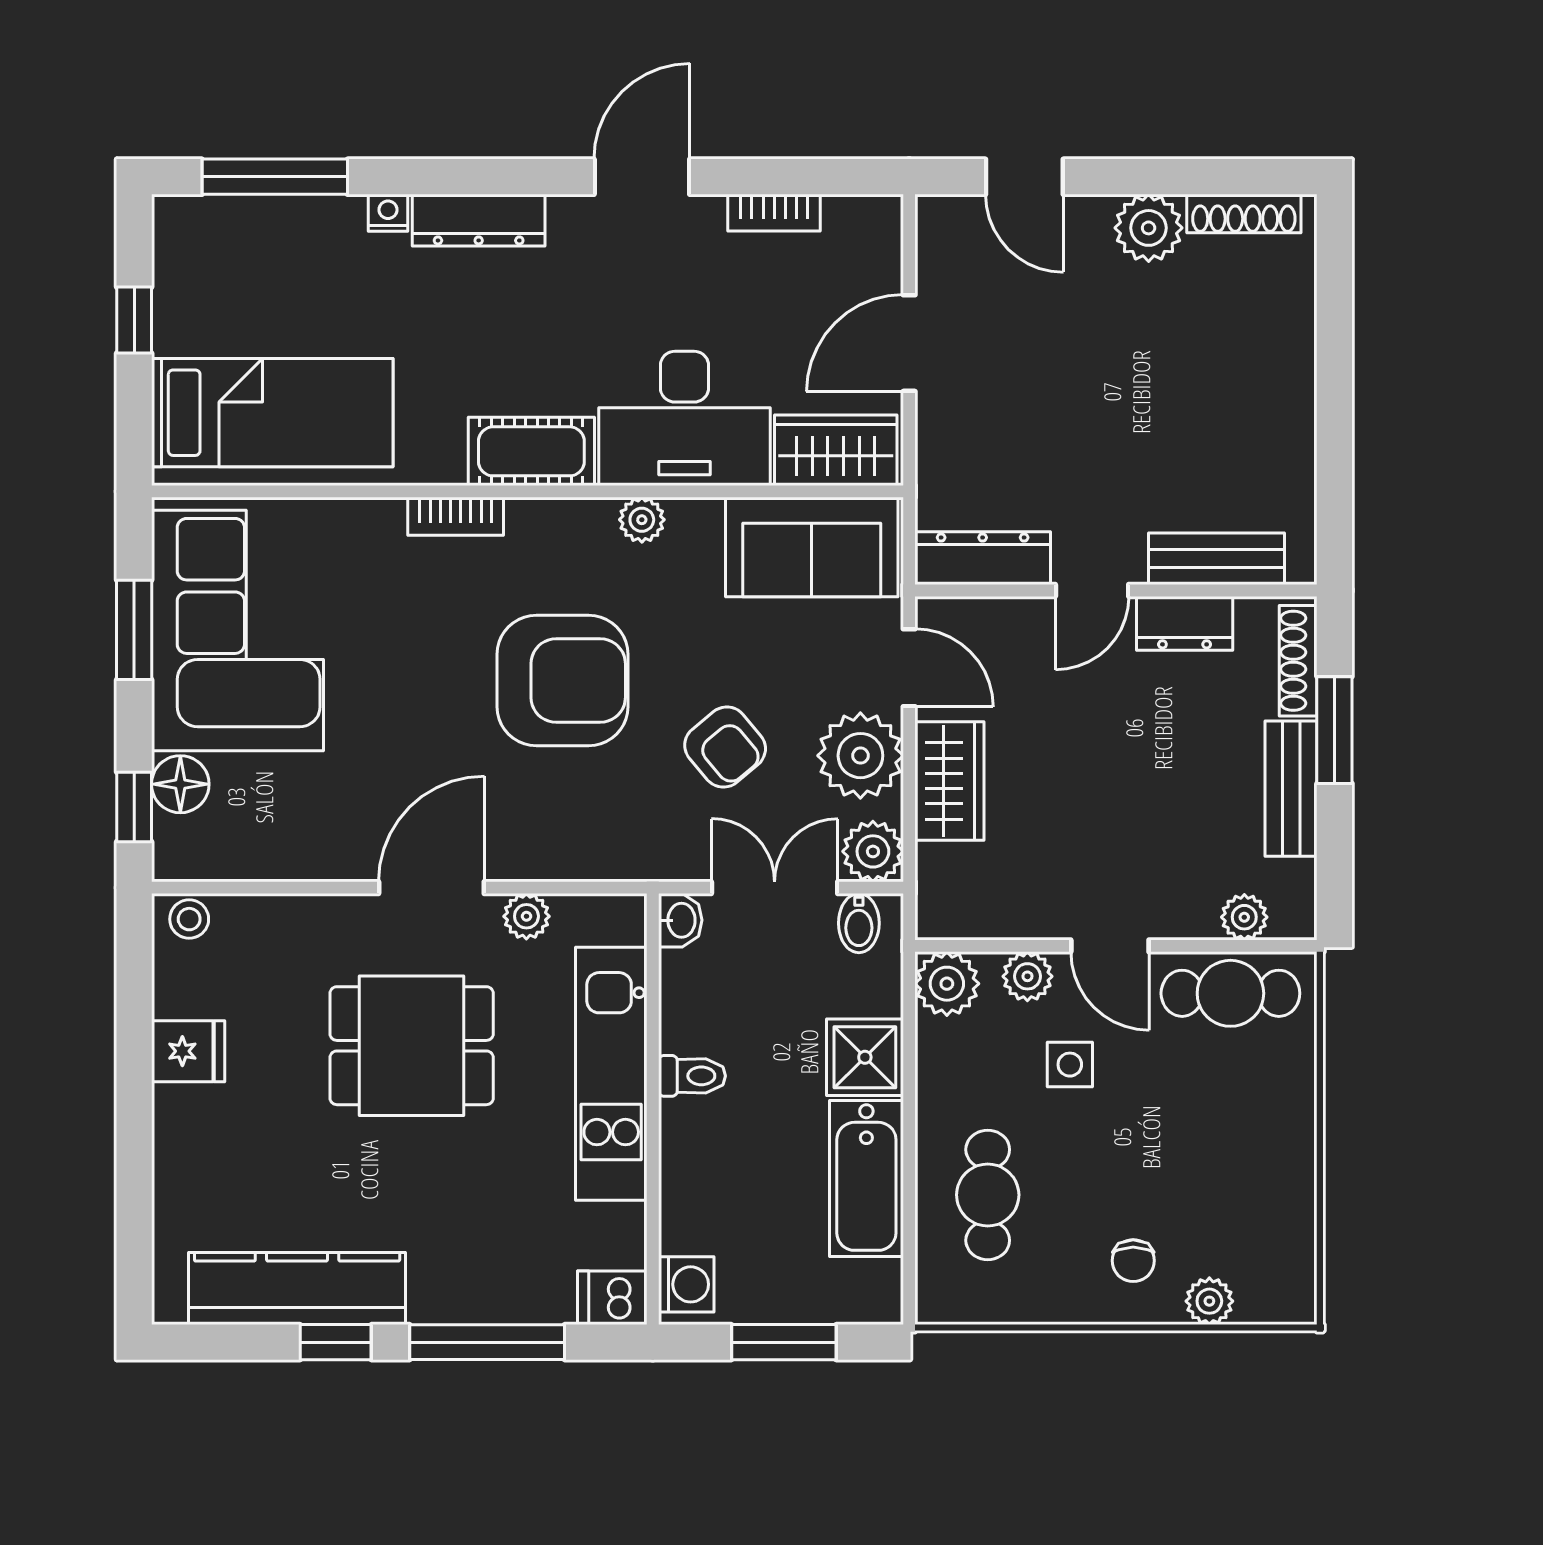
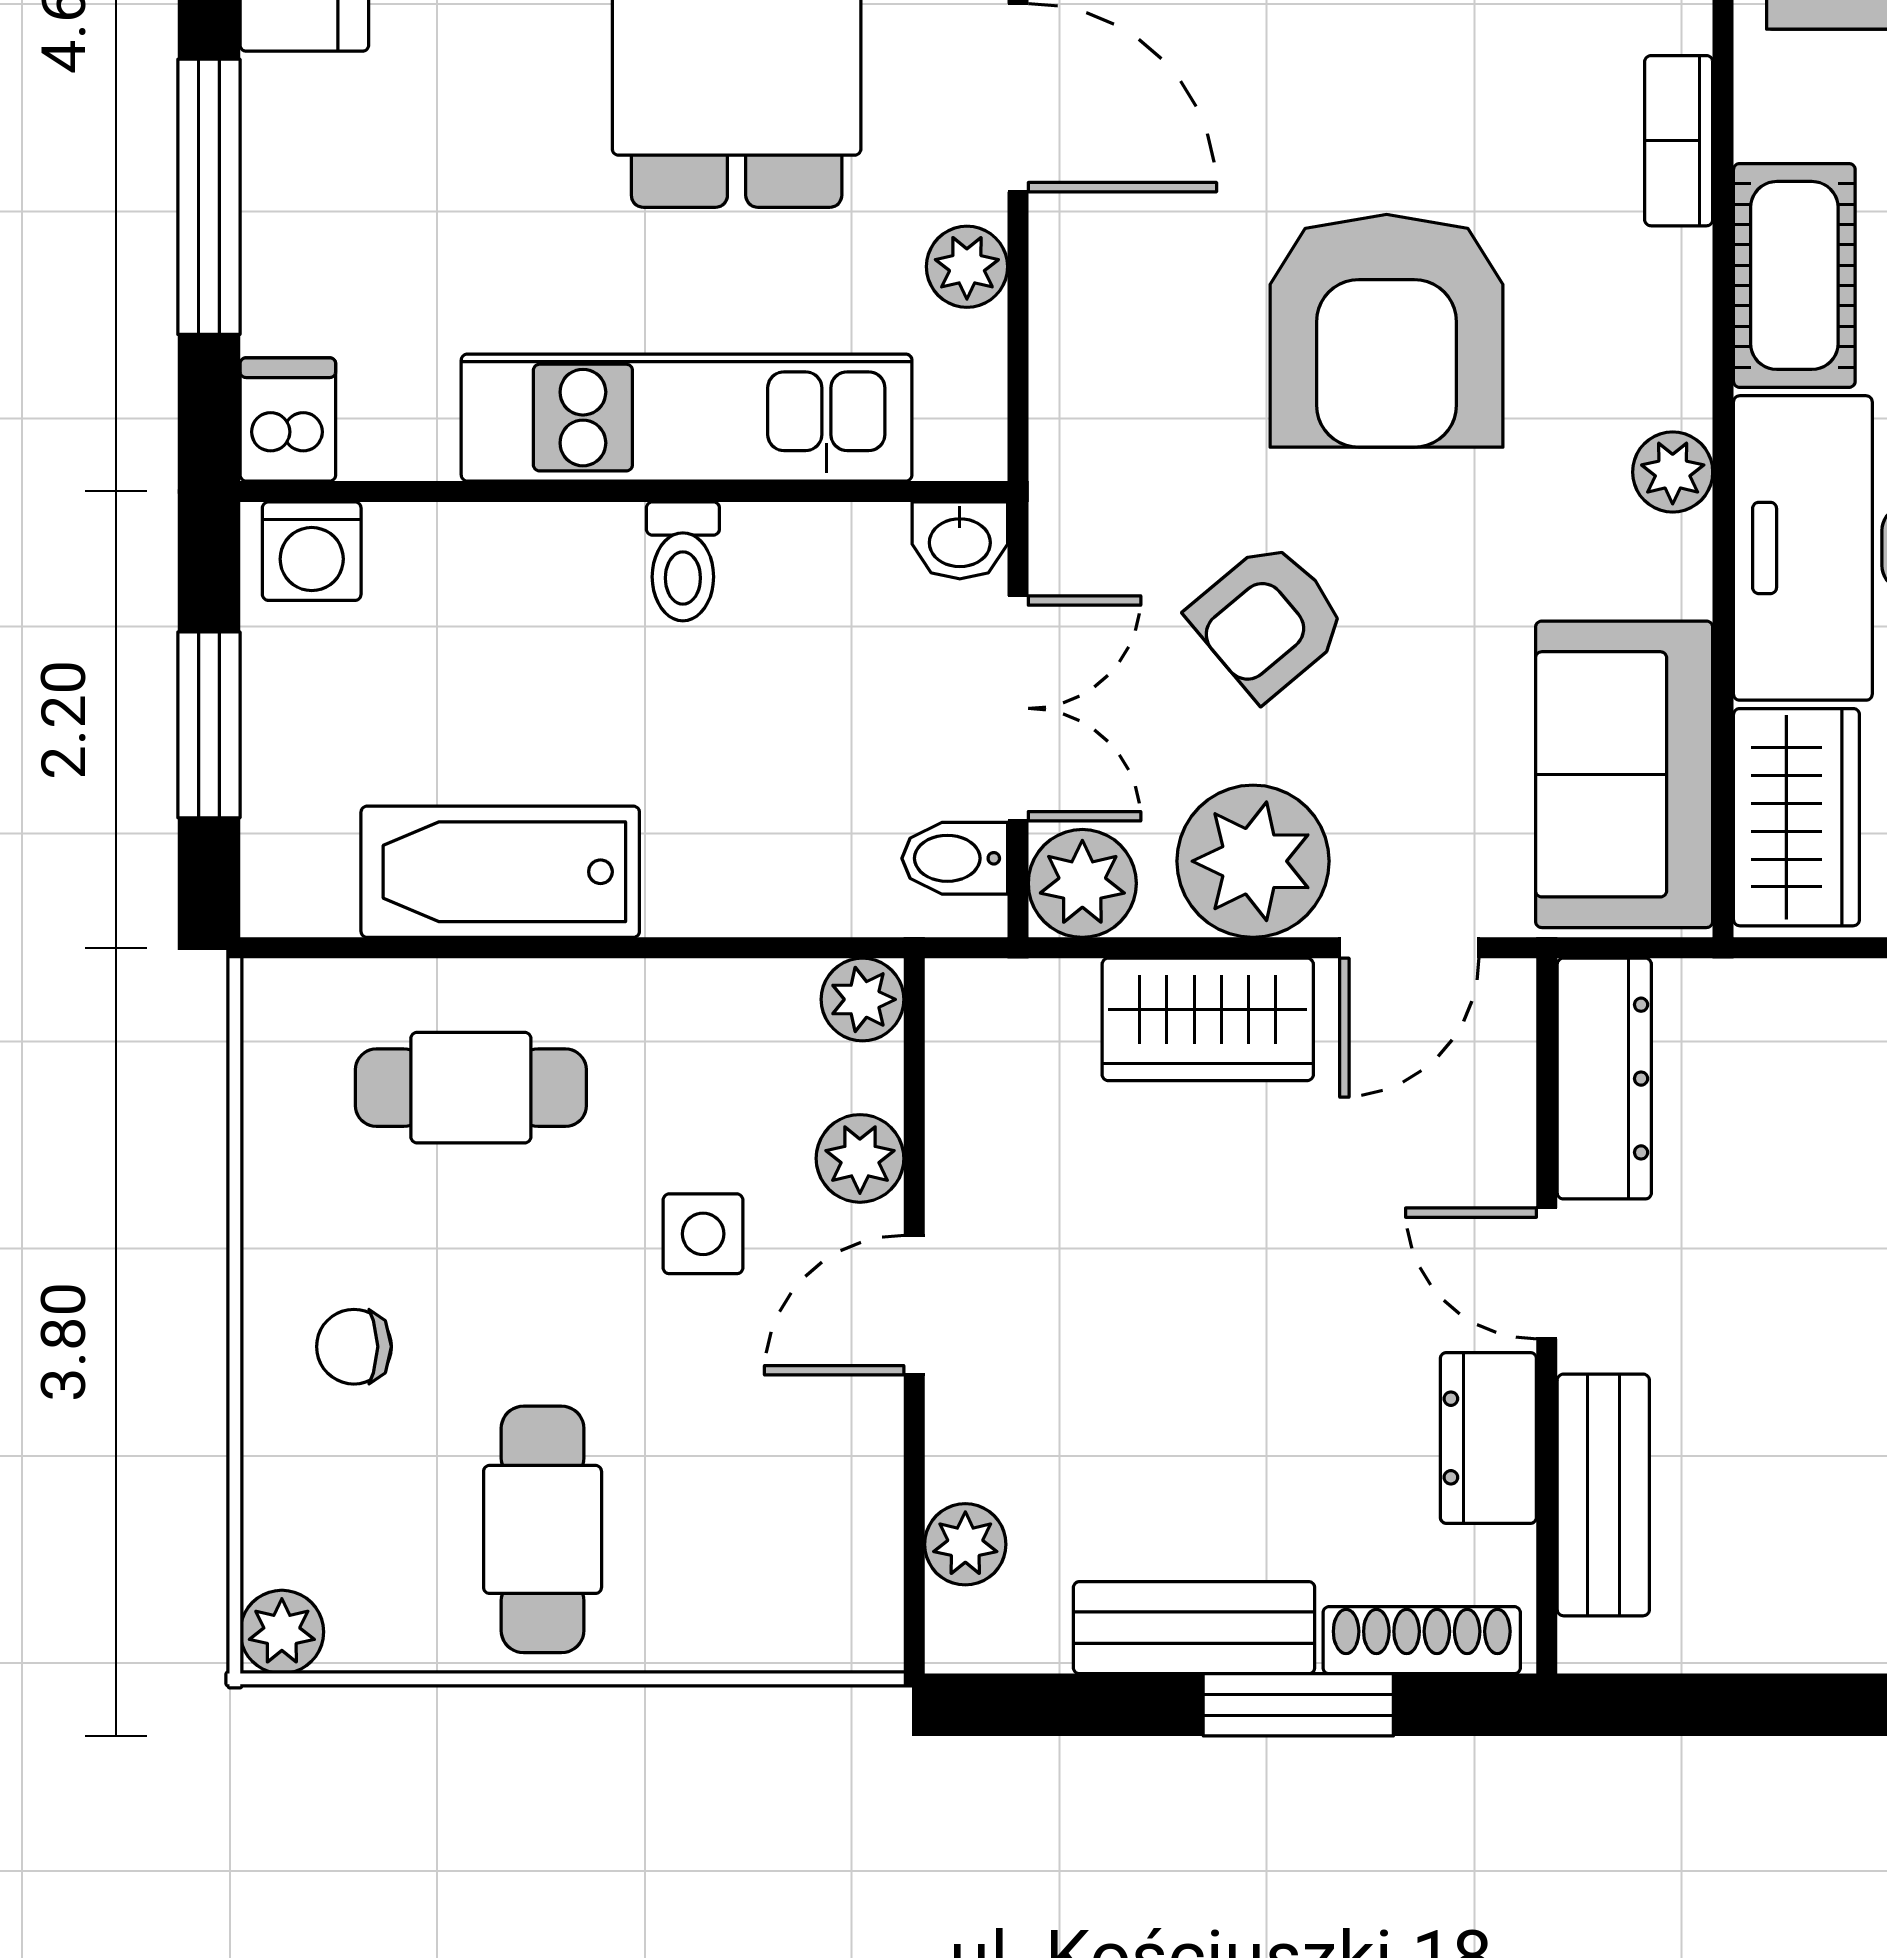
plant: (947, 984) -> (862, 999), width x0.73, depth x0.73
cafe table: (1230, 993) -> (543, 1529), moved
shower: (865, 1057) -> (716, 869), removed
plant: (1209, 1301) -> (282, 1632), moved

